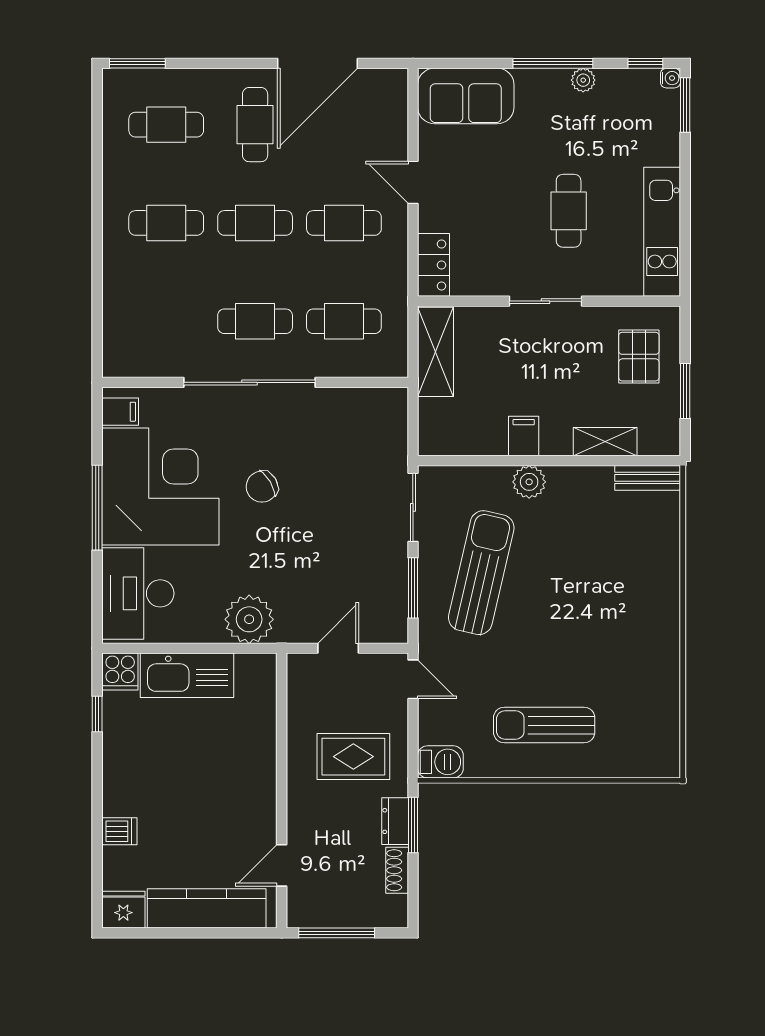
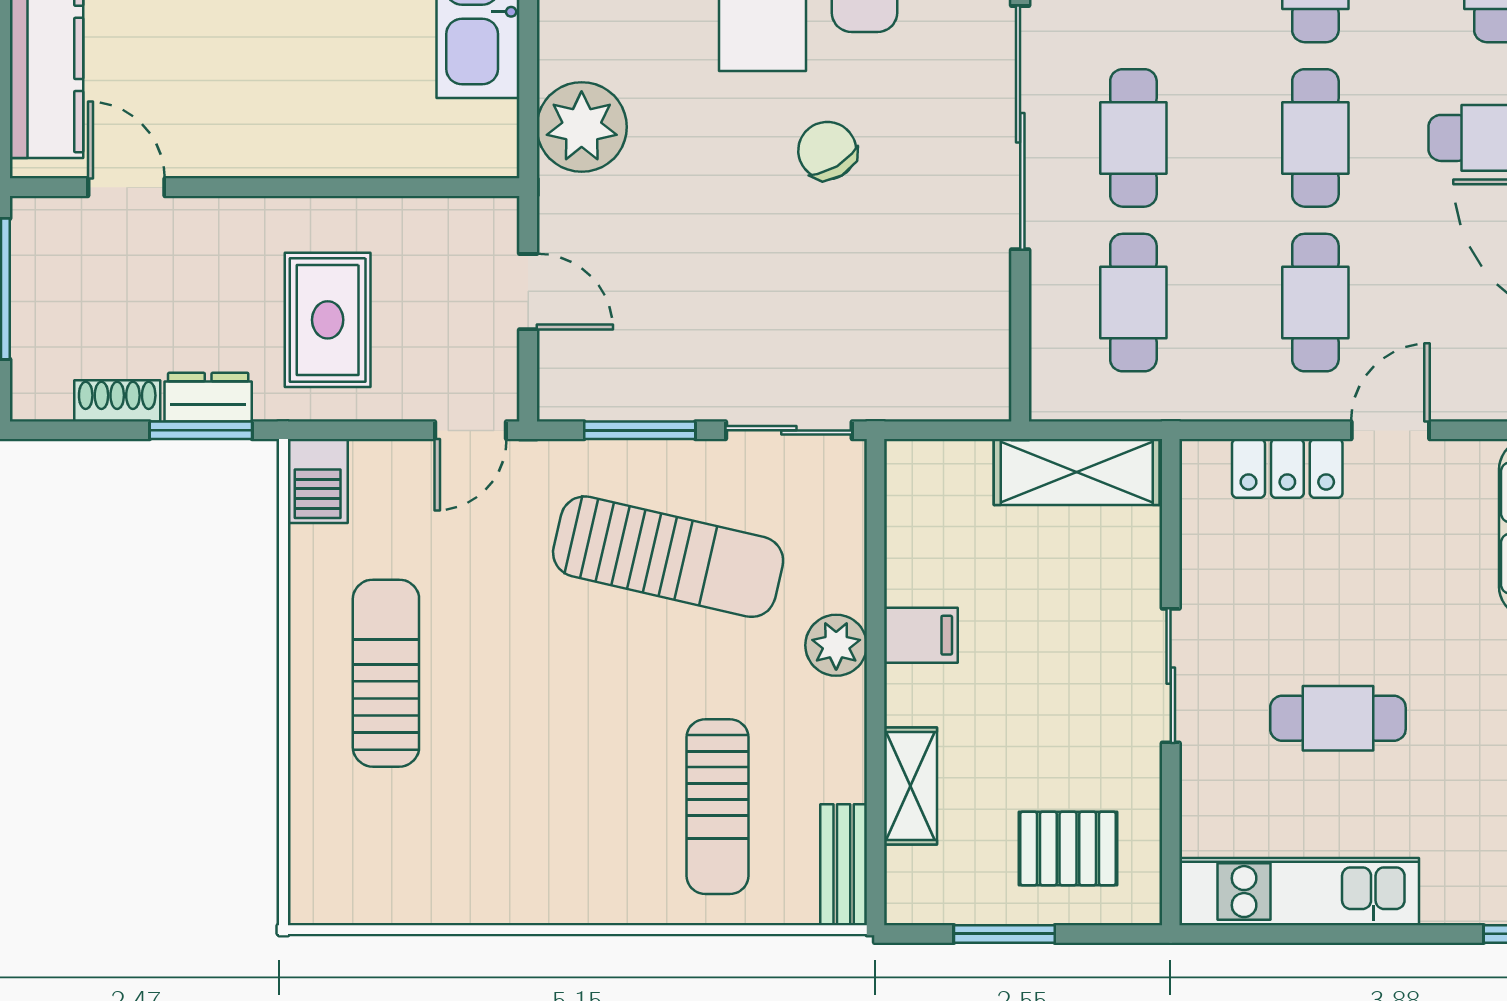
locker: (434, 265) -> (1287, 468), moved
sun lounger: (616, 546) -> (718, 807), added

